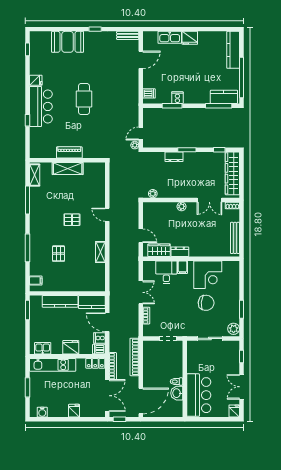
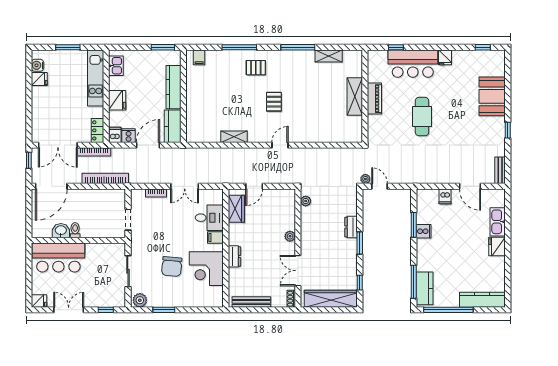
dishwasher: (149, 93) -> (445, 196), moved
cafe table: (84, 99) -> (422, 117), turned 90
piano: (69, 152) -> (374, 99), moved
wall: (67, 160) -> (365, 96), moved
shelving: (68, 168) -> (355, 96), moved
dresser: (180, 252) -> (234, 256), moved
pallet: (59, 254) -> (256, 68), moved
door: (141, 401) -> (51, 186), hinge flipped
fridge: (74, 411) -> (39, 79), moved

